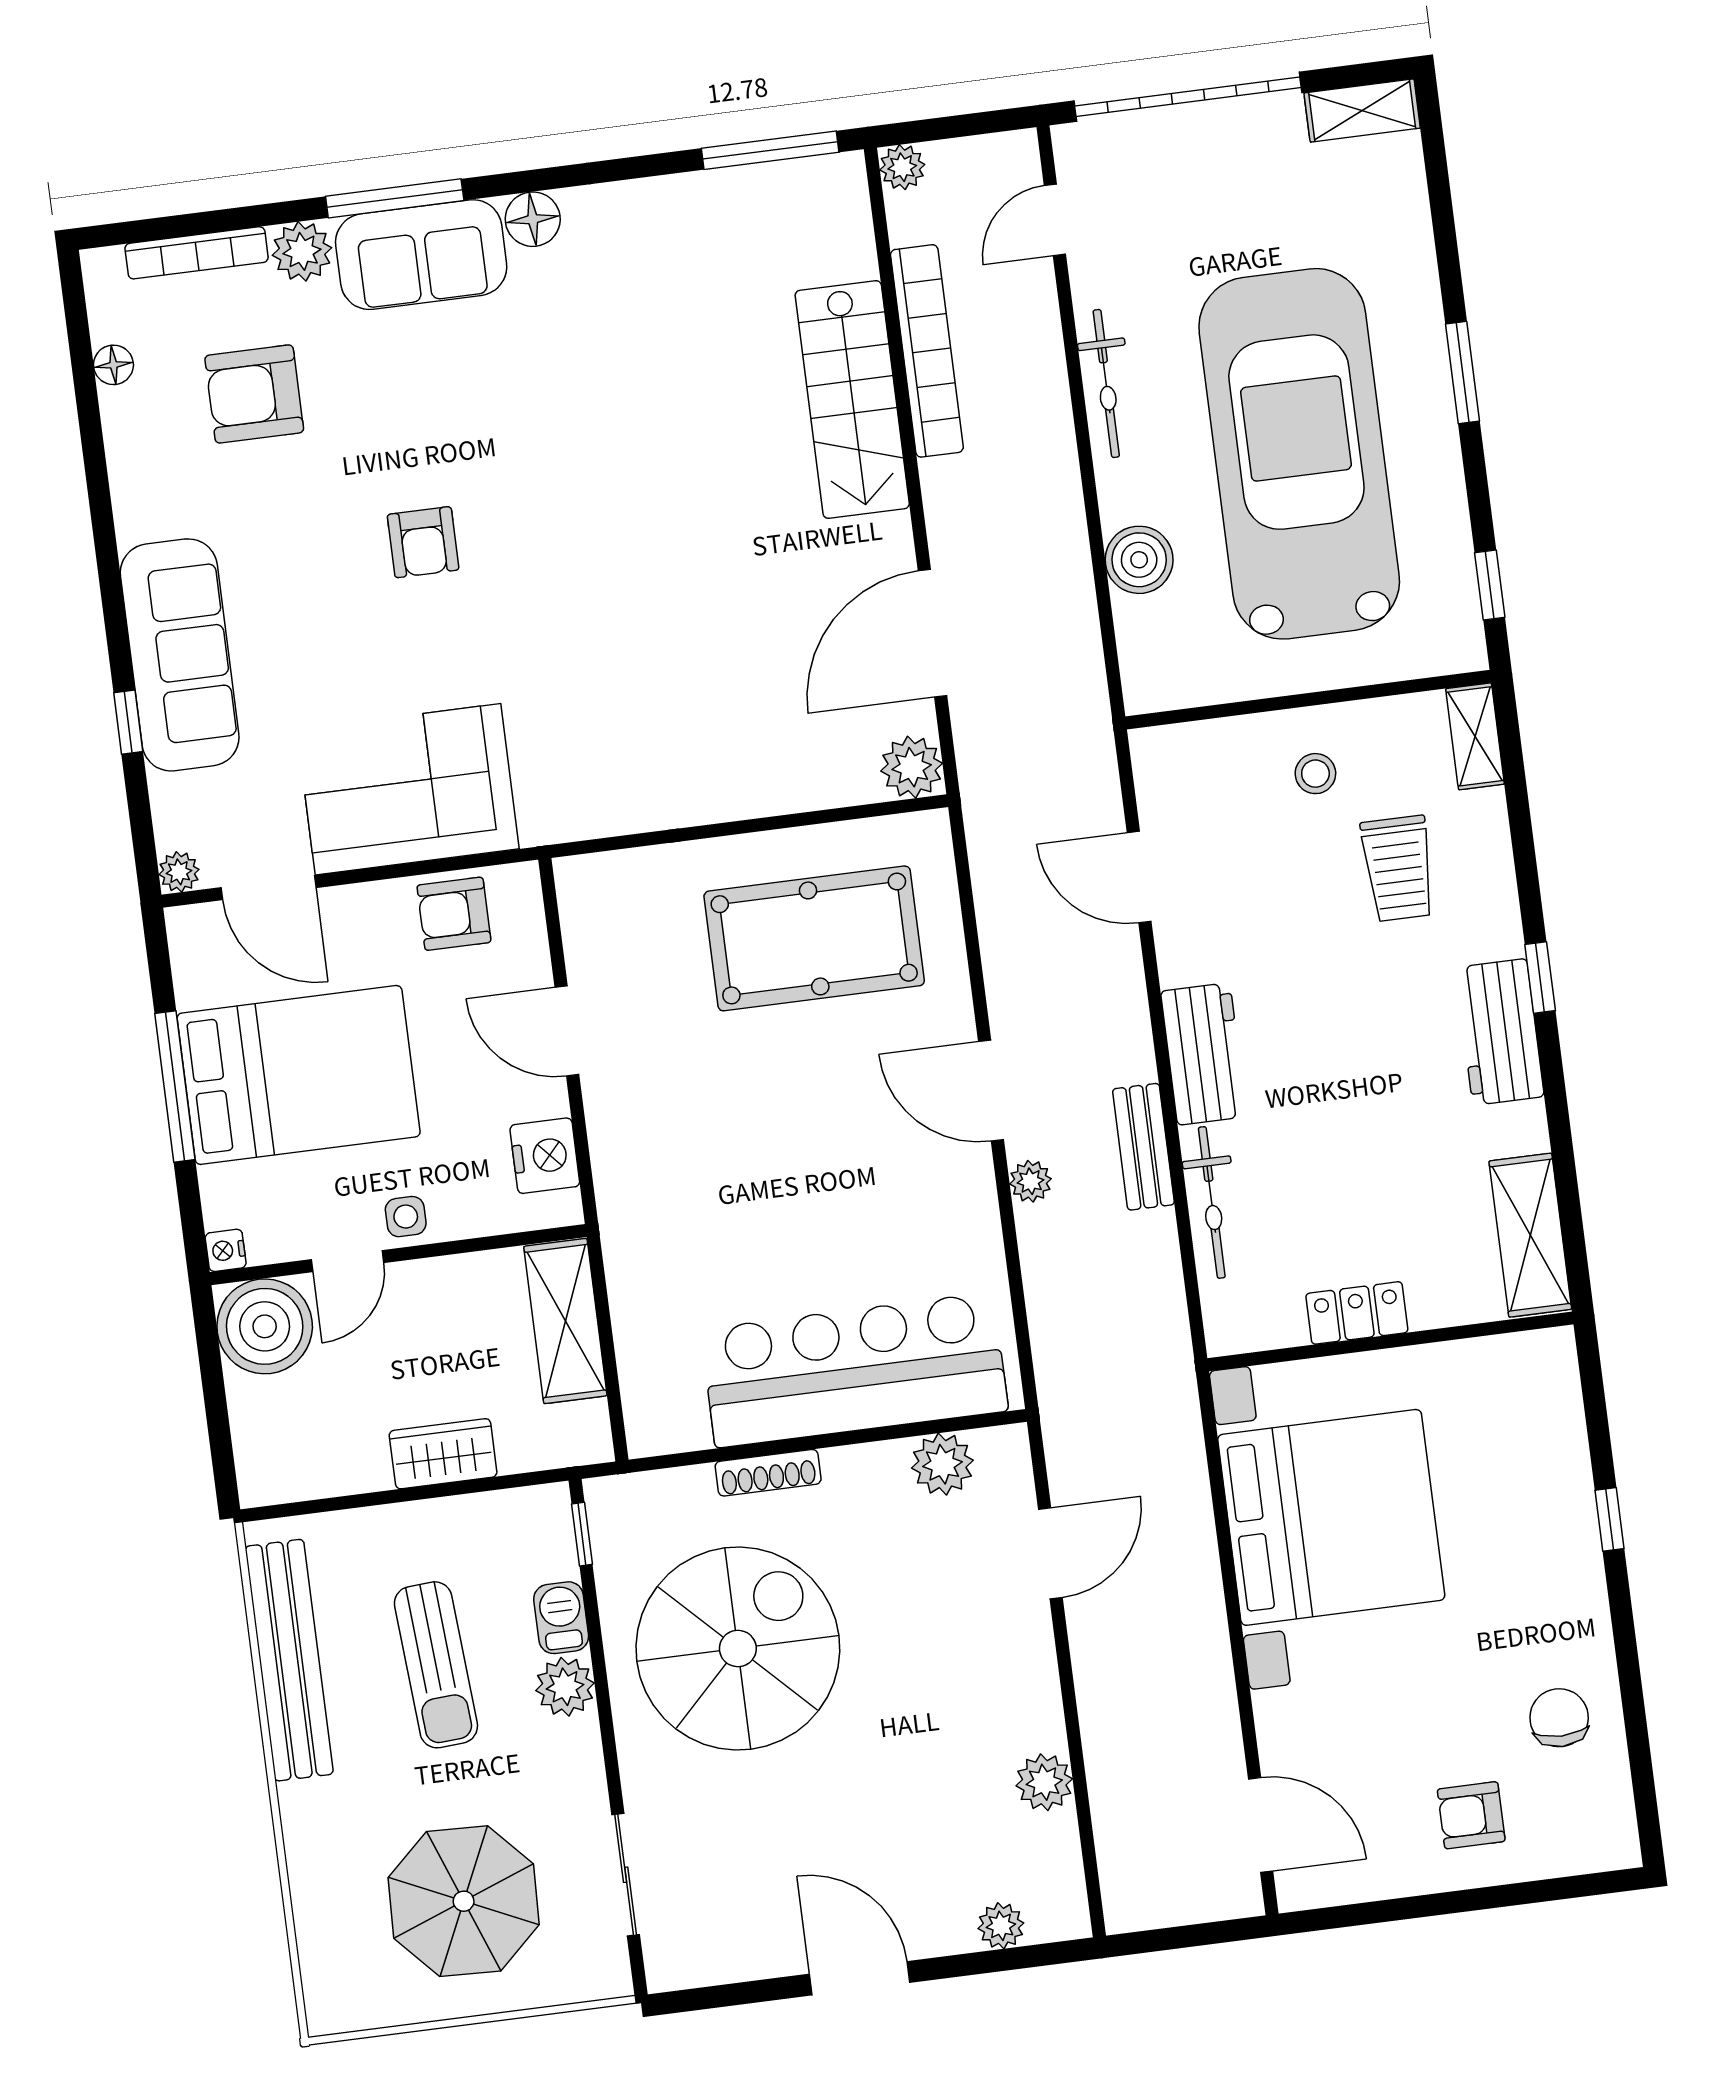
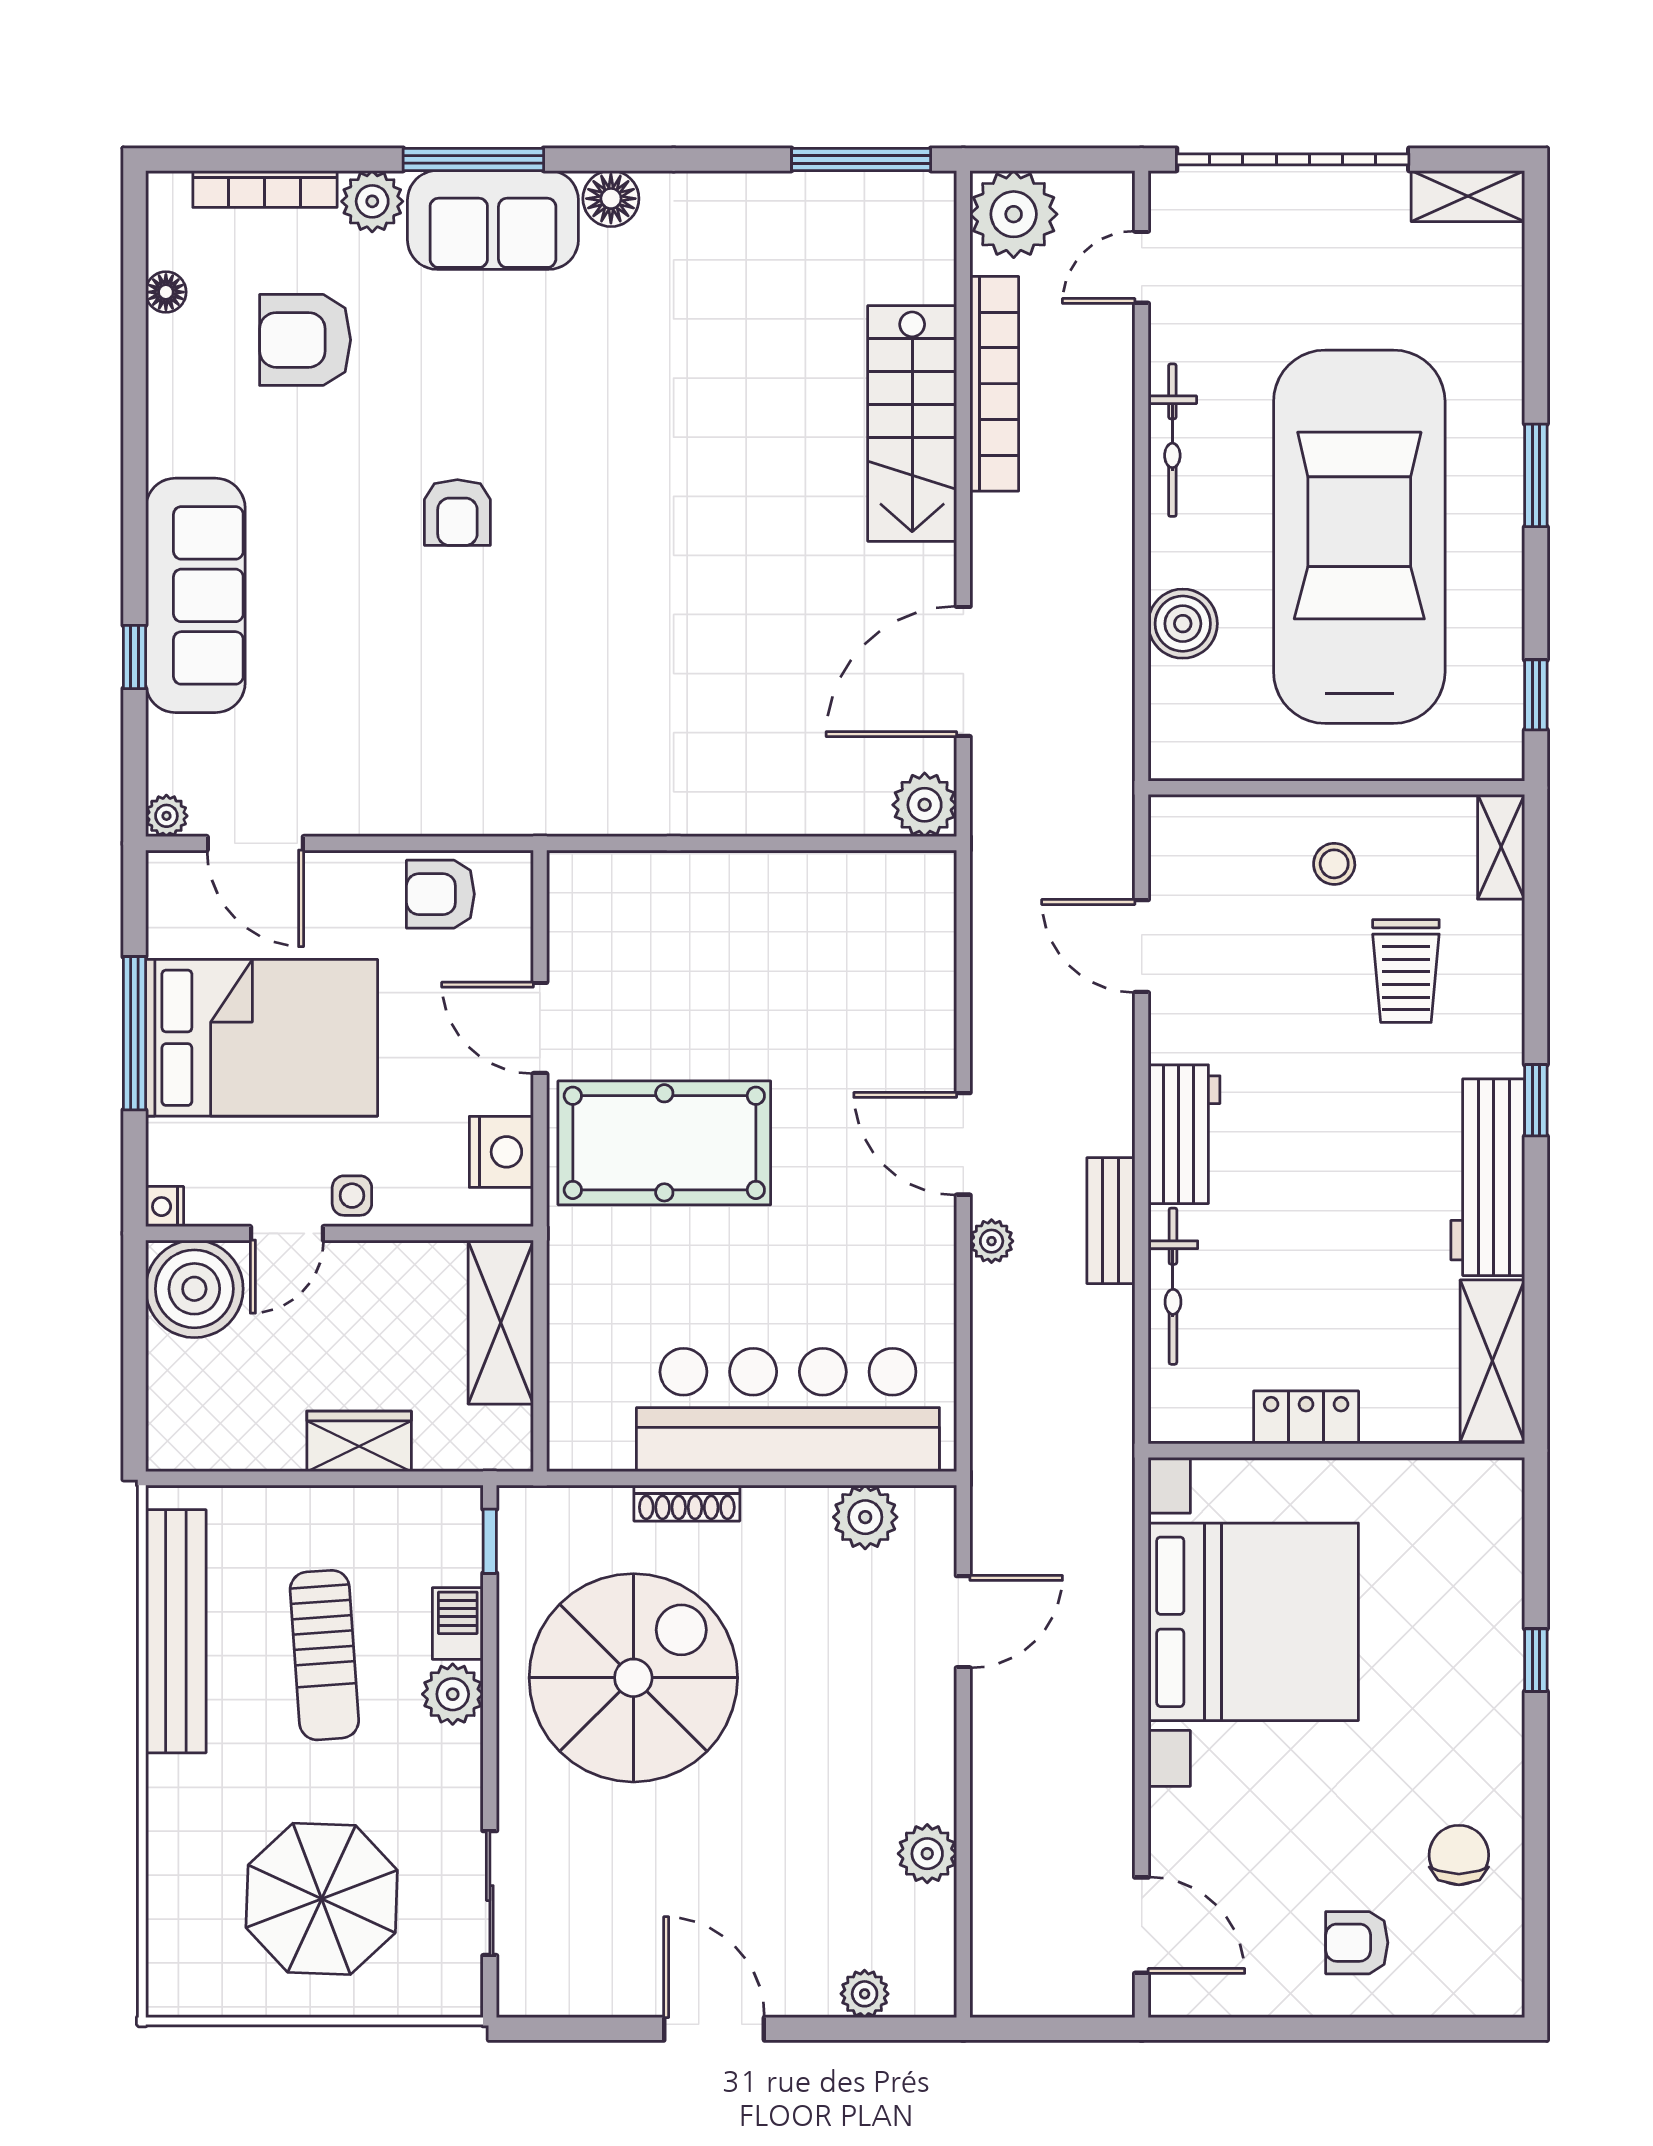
plant: (902, 167) -> (1014, 214), width x1.87, depth x1.87
corner sofa: (408, 789) -> (410, 762), removed
pool table: (814, 938) -> (664, 1143), moved
workbench: (1500, 1032) -> (1488, 1177), width x1.38

